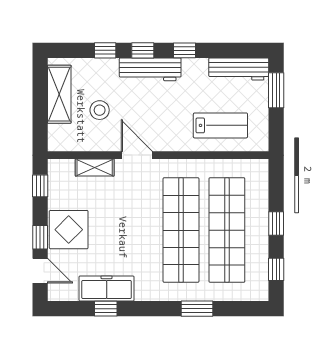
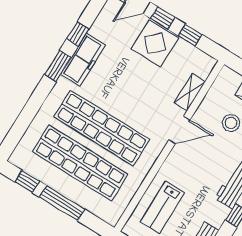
window: (40, 186) -> (190, 35), moved
window: (276, 223) -> (62, 203), width x2.17
freezer: (107, 288) -> (83, 60), moved
window: (197, 309) -> (58, 66), moved

